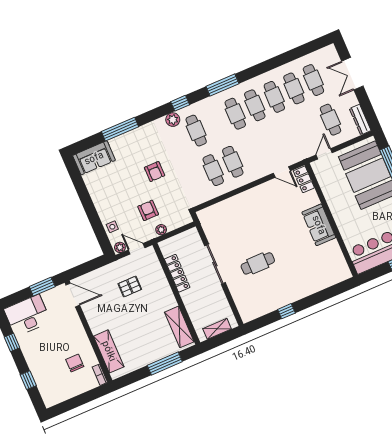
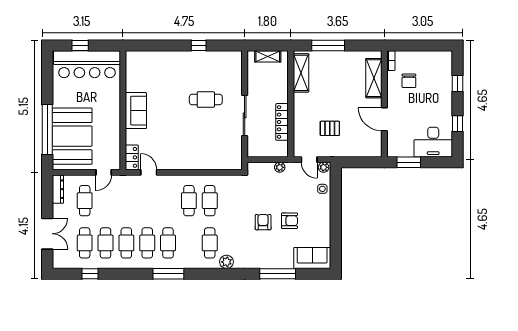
window: (180, 103) -> (90, 274), moved
armchair: (148, 210) -> (289, 221), moved, turned -90
door: (73, 295) -> (384, 119), moved

